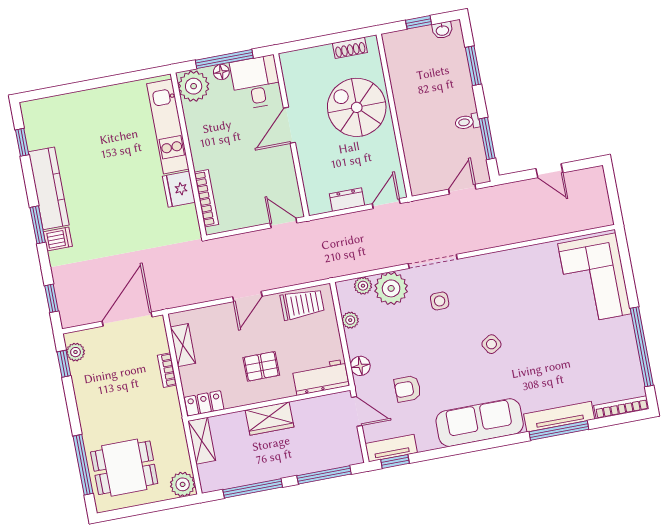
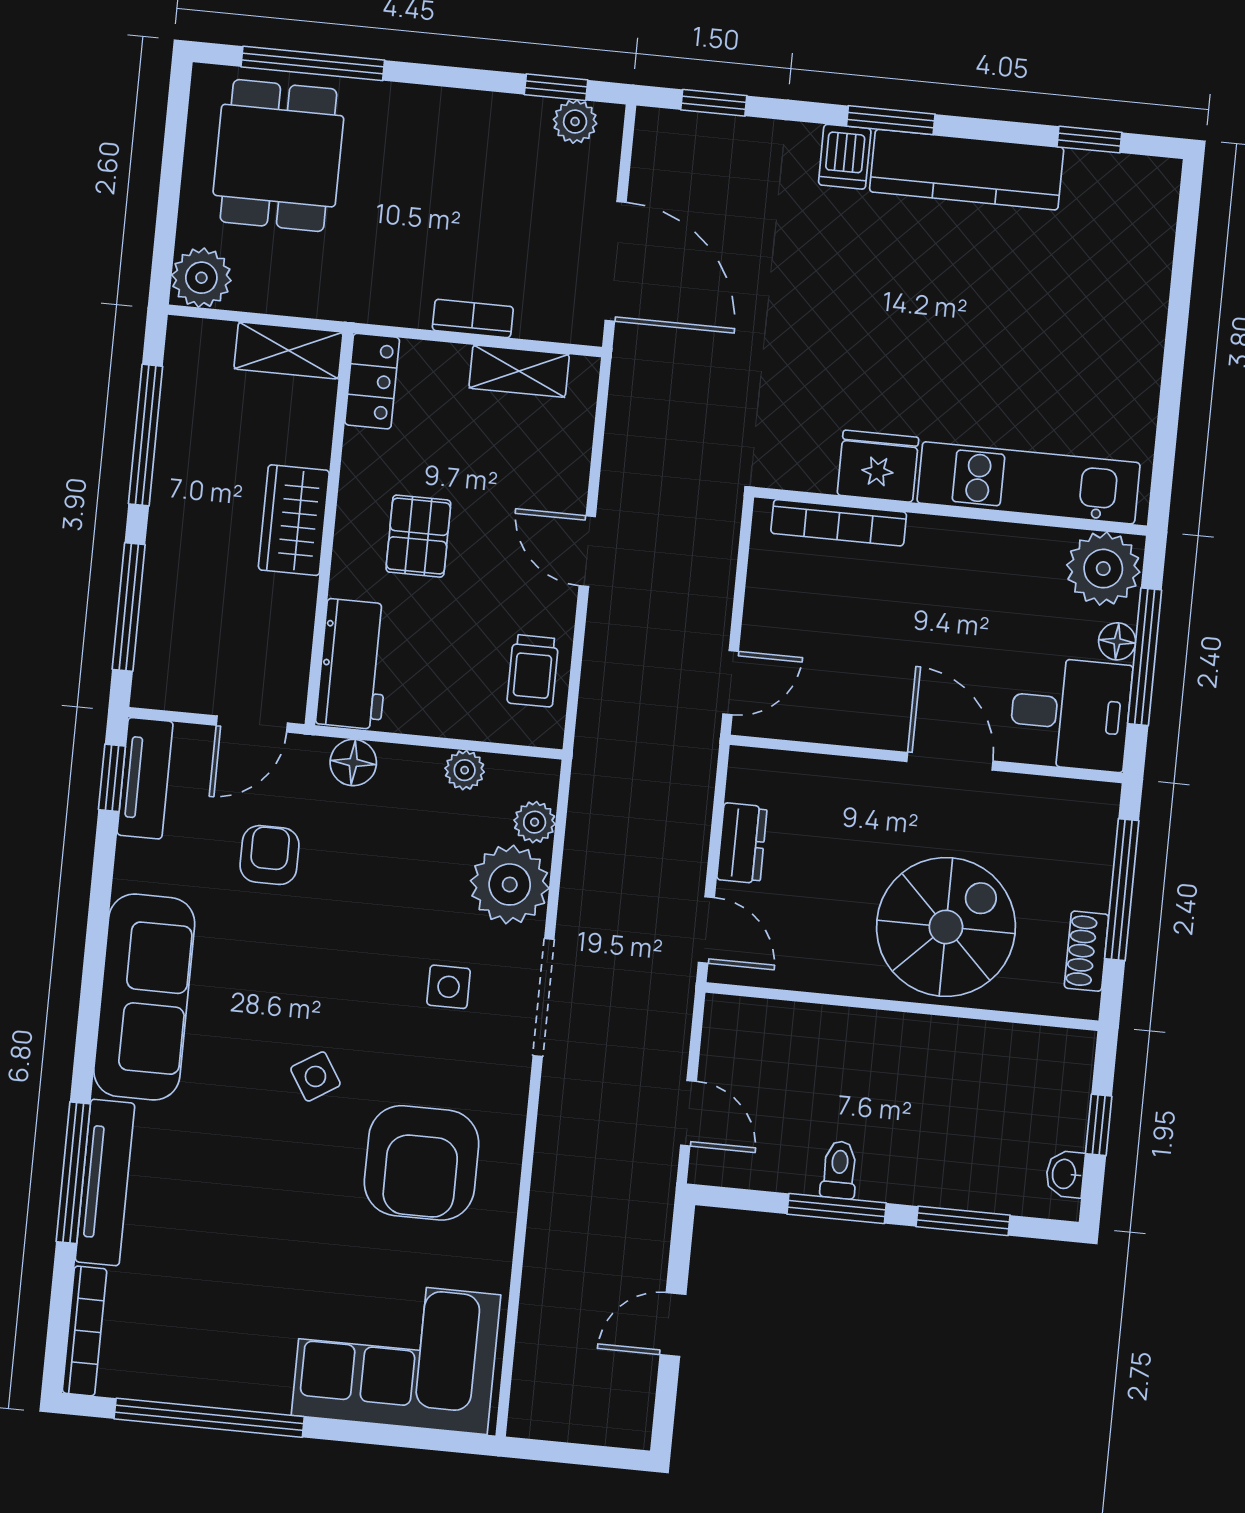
window: (321, 41) -> (1122, 890), added
window: (487, 139) -> (837, 1208), moved
armchair: (514, 291) -> (422, 1163), added
trolley: (302, 304) -> (533, 671), width x0.73, depth x0.72

